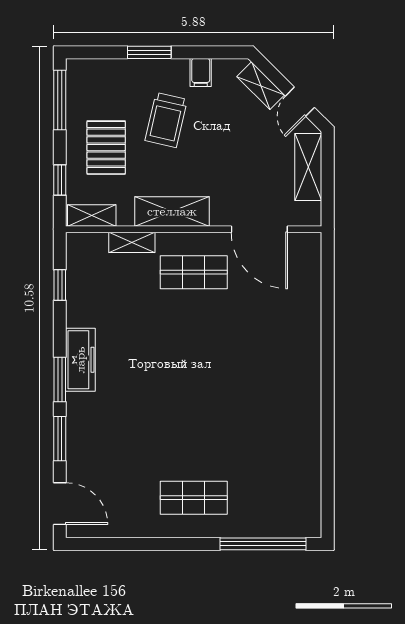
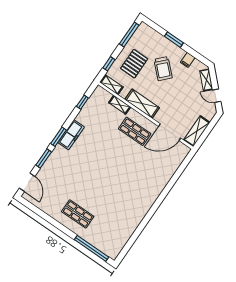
door: (300, 102) -> (217, 96), hinge flipped
trolley: (166, 120) -> (163, 69), turned -59
shelving: (308, 167) -> (197, 131), moved
door: (259, 229) -> (170, 132), hinge flipped

